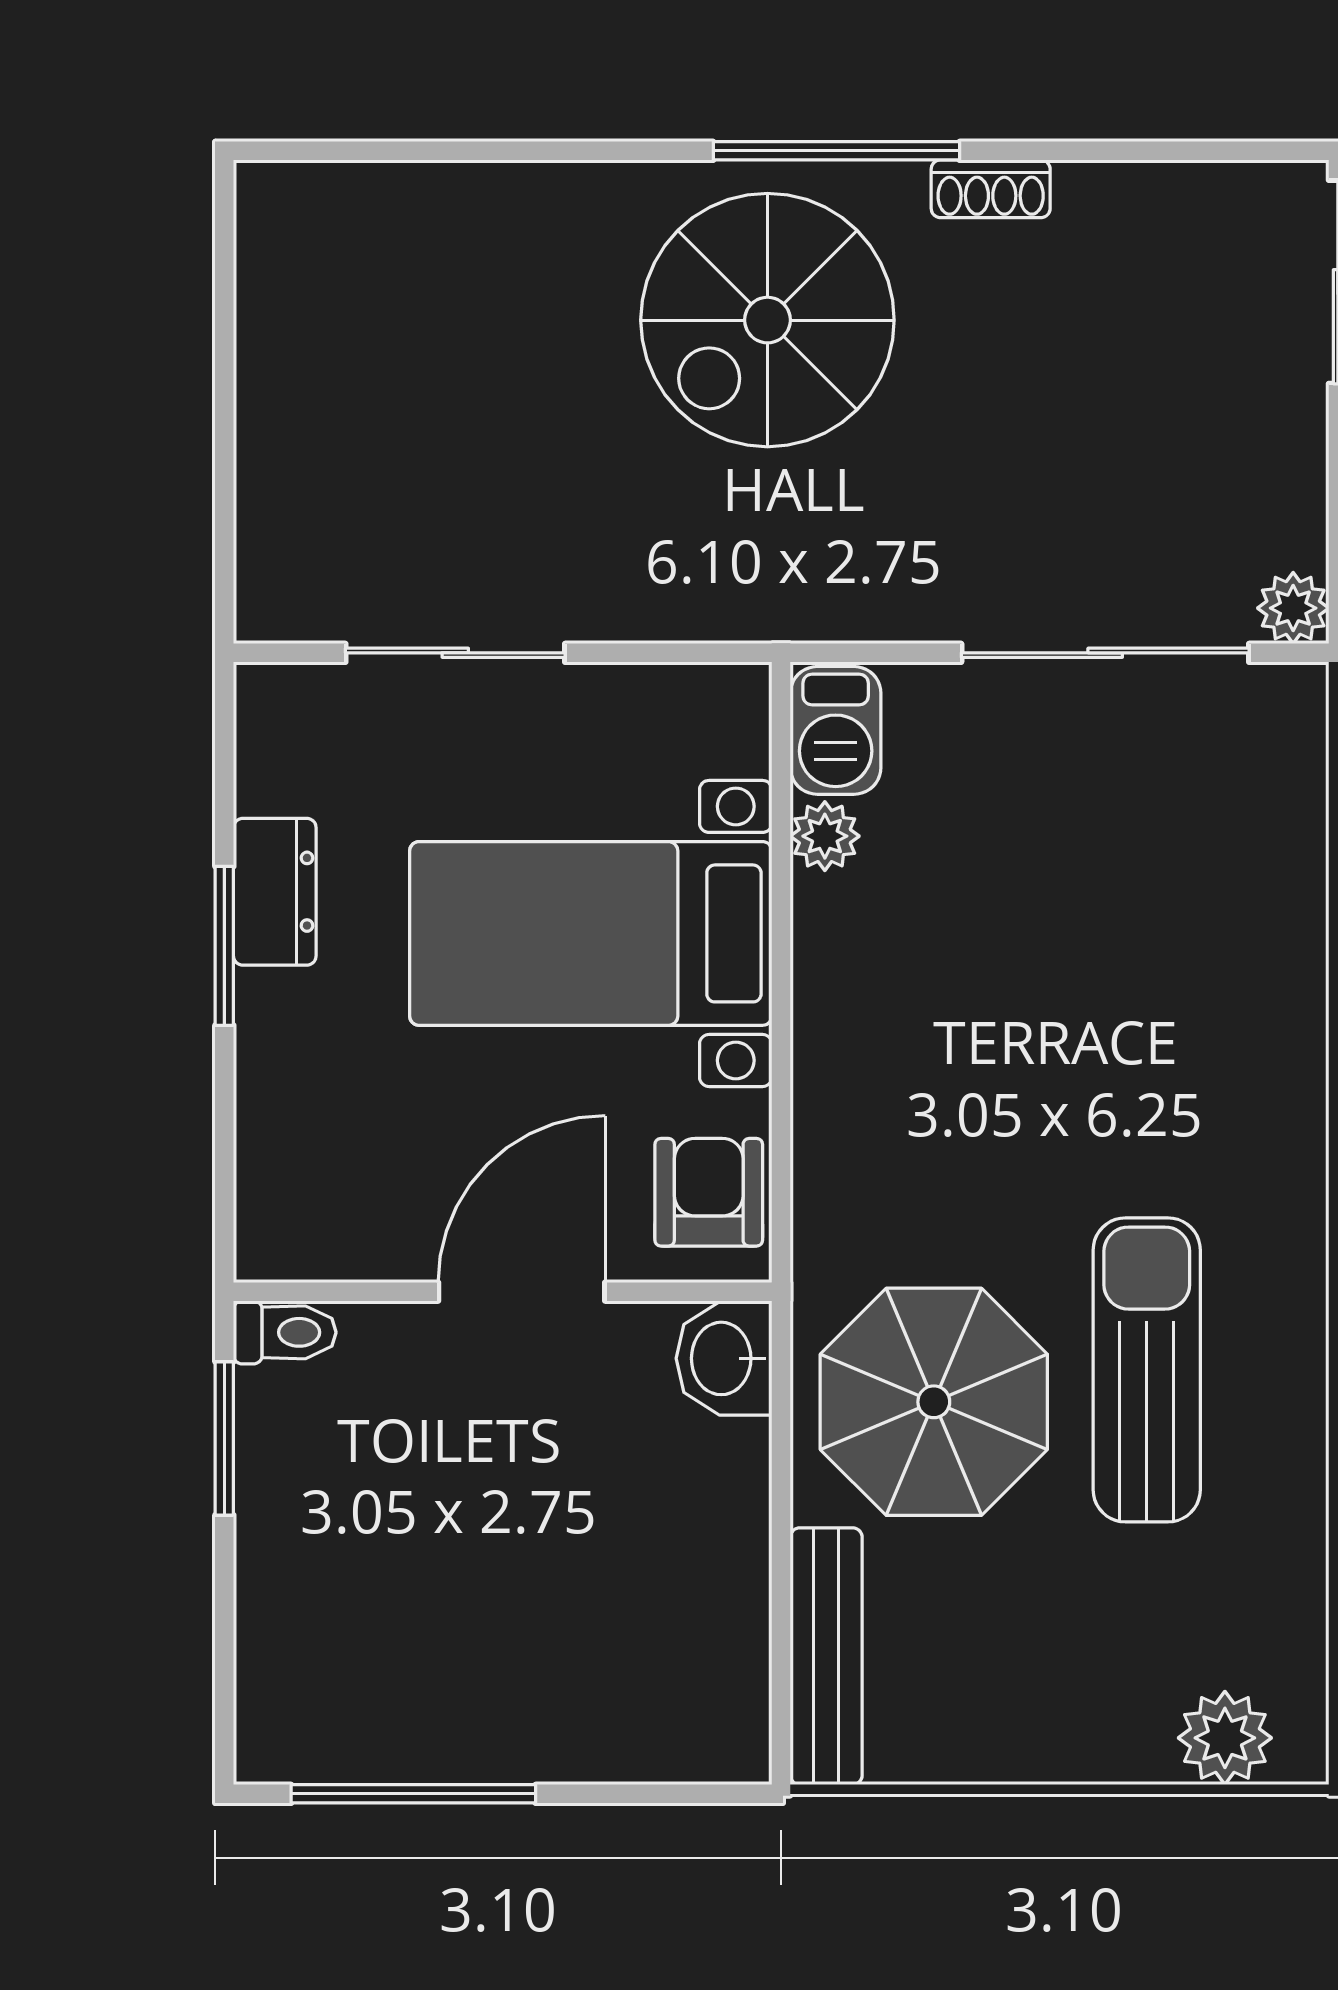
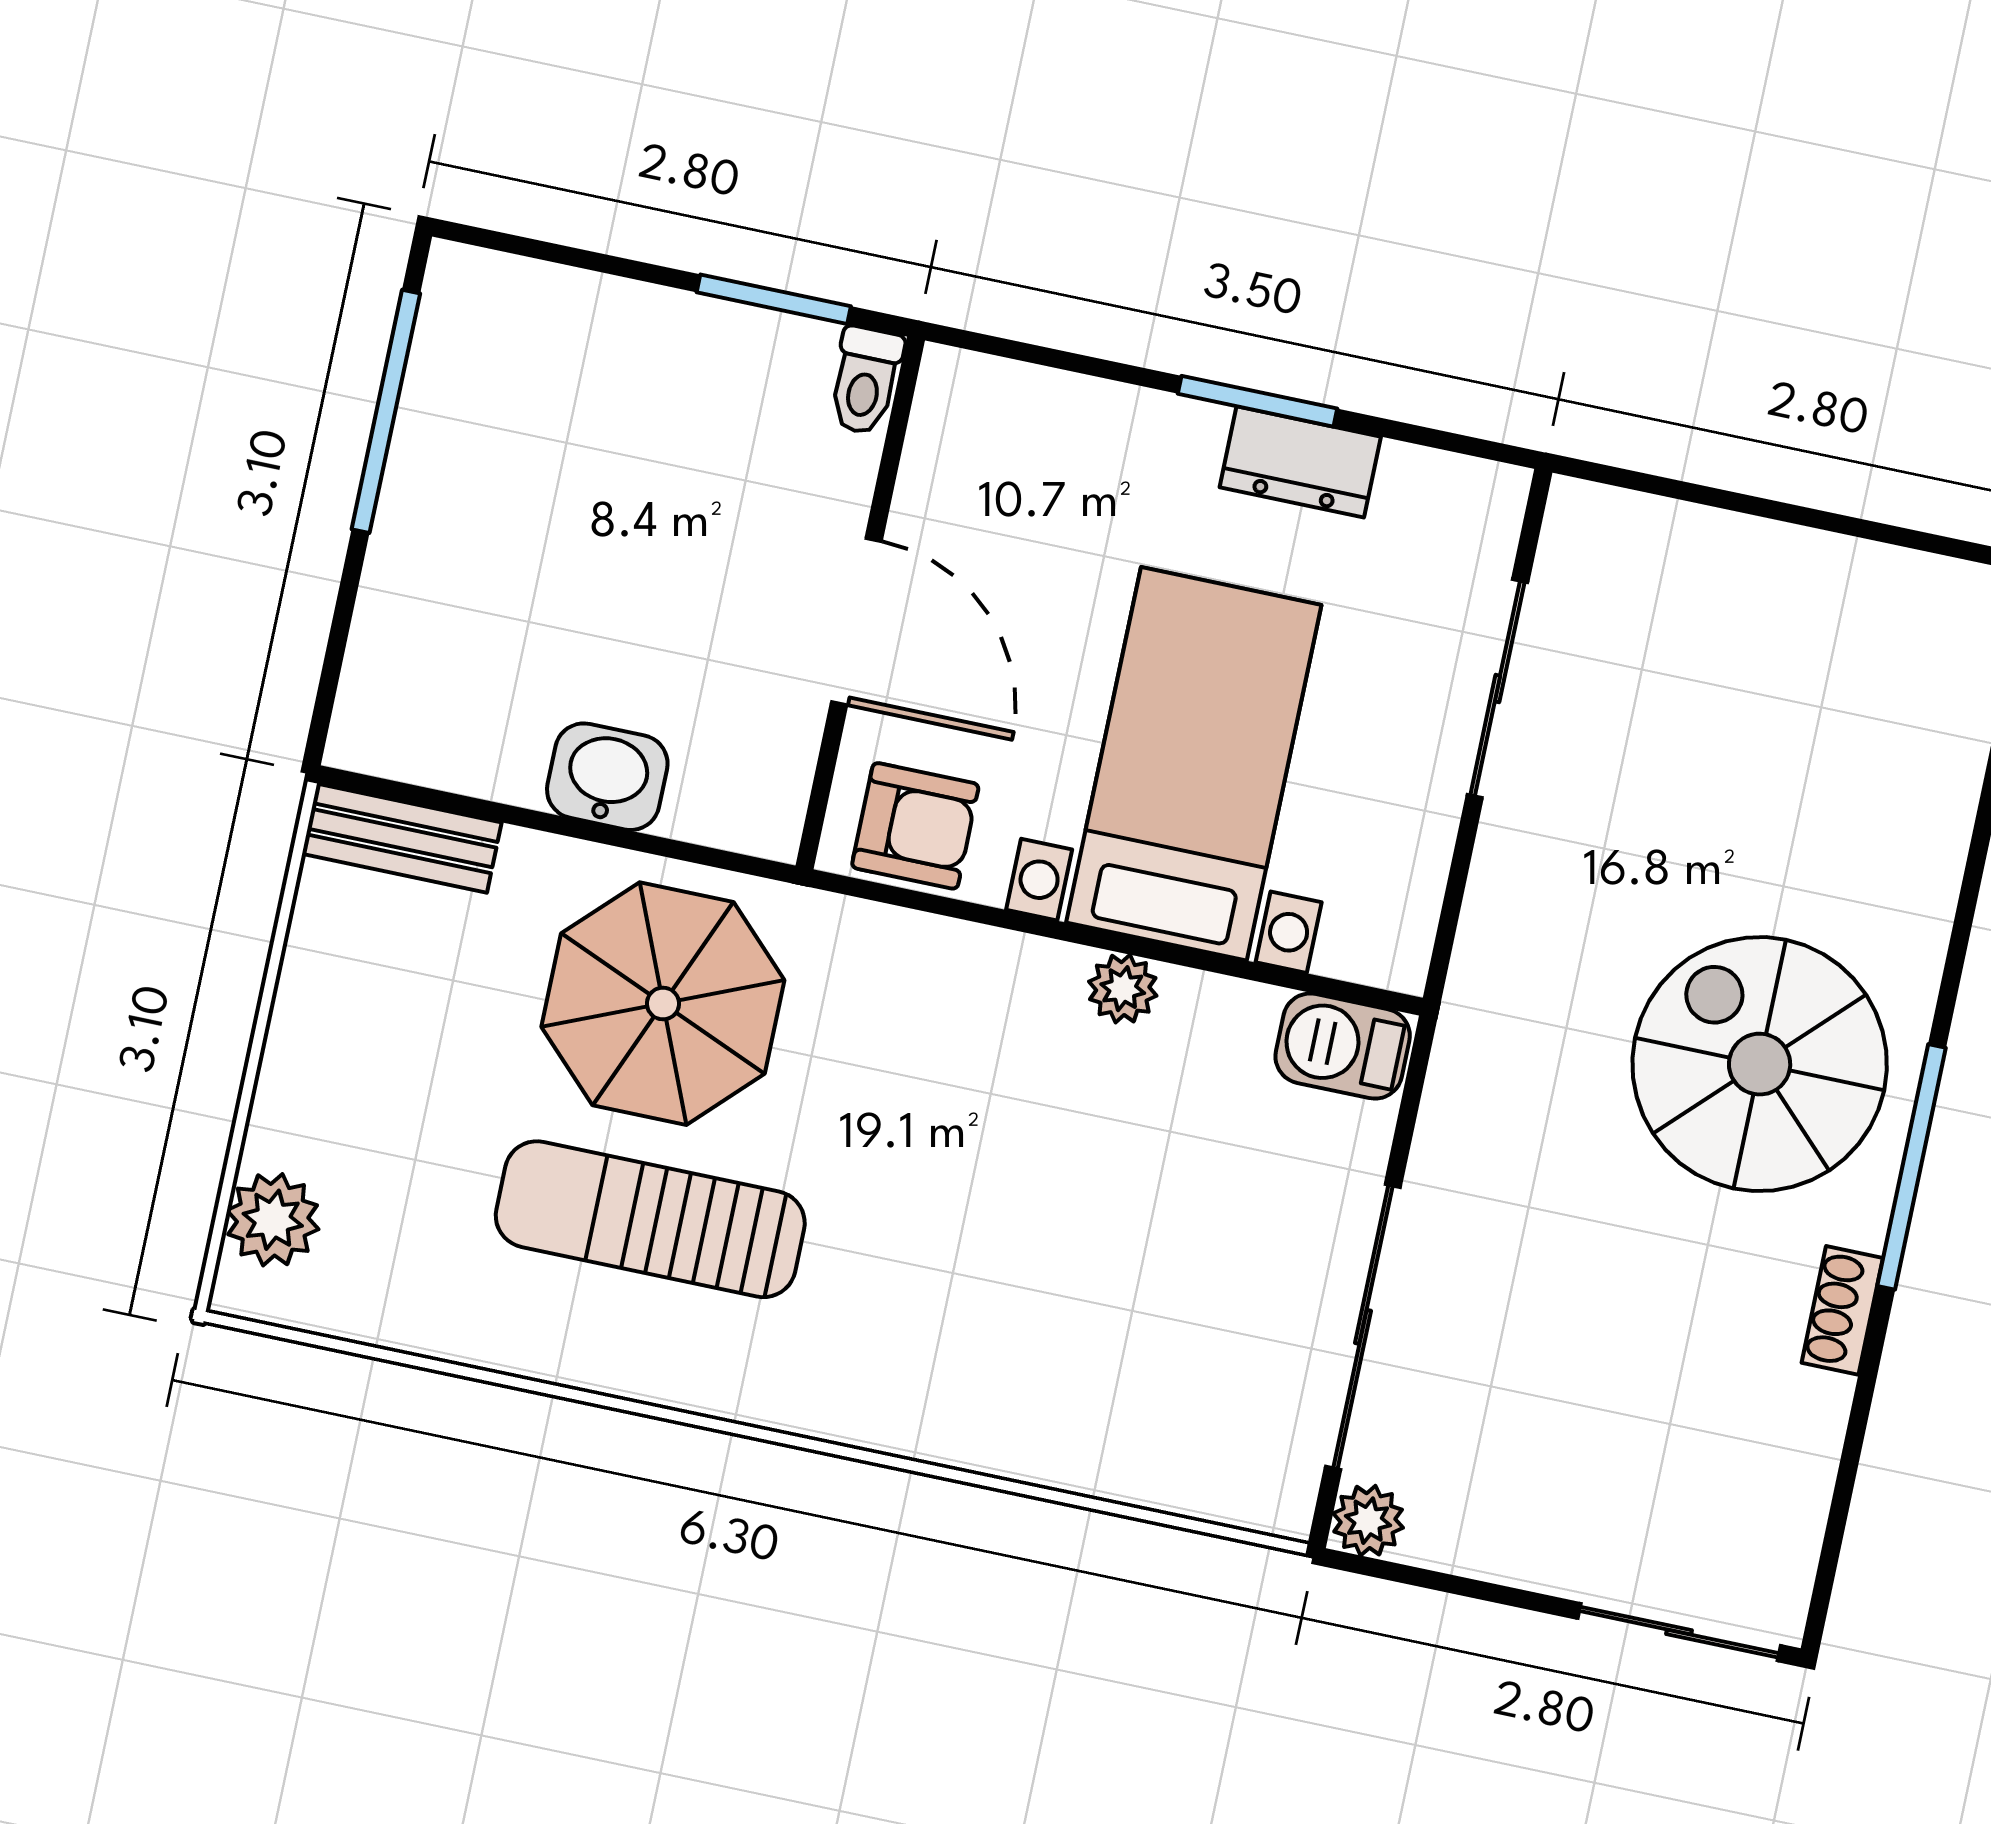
plant: (825, 836) -> (1123, 989), moved
washbasin: (724, 1358) -> (607, 777), moved
sun lounger: (1147, 1370) -> (650, 1219), turned 180
bench: (826, 1656) -> (402, 838), width x0.73

